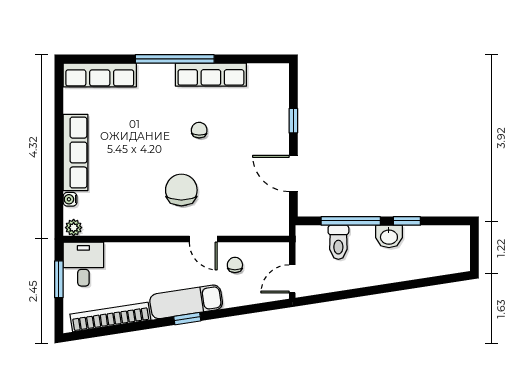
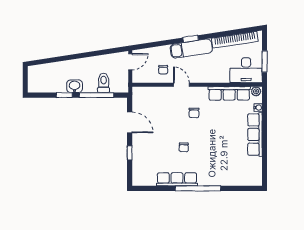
row of seats: (100, 75) -> (229, 93), moved, turned 180
chair: (181, 190) -> (194, 113), width x0.54, depth x0.54
desk: (83, 264) -> (246, 70), width x1.37

